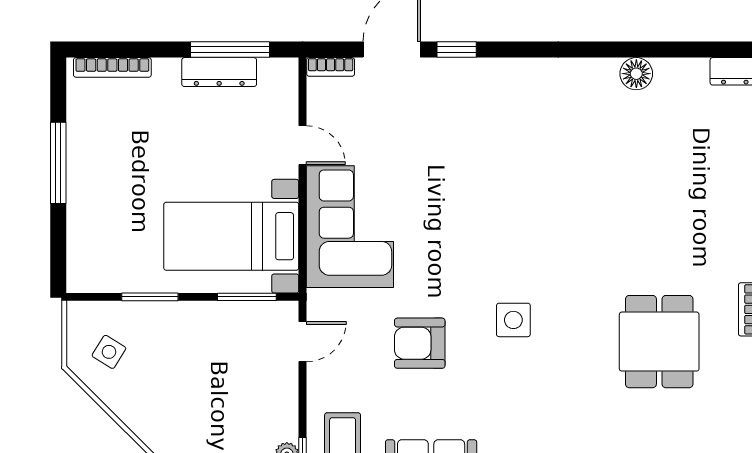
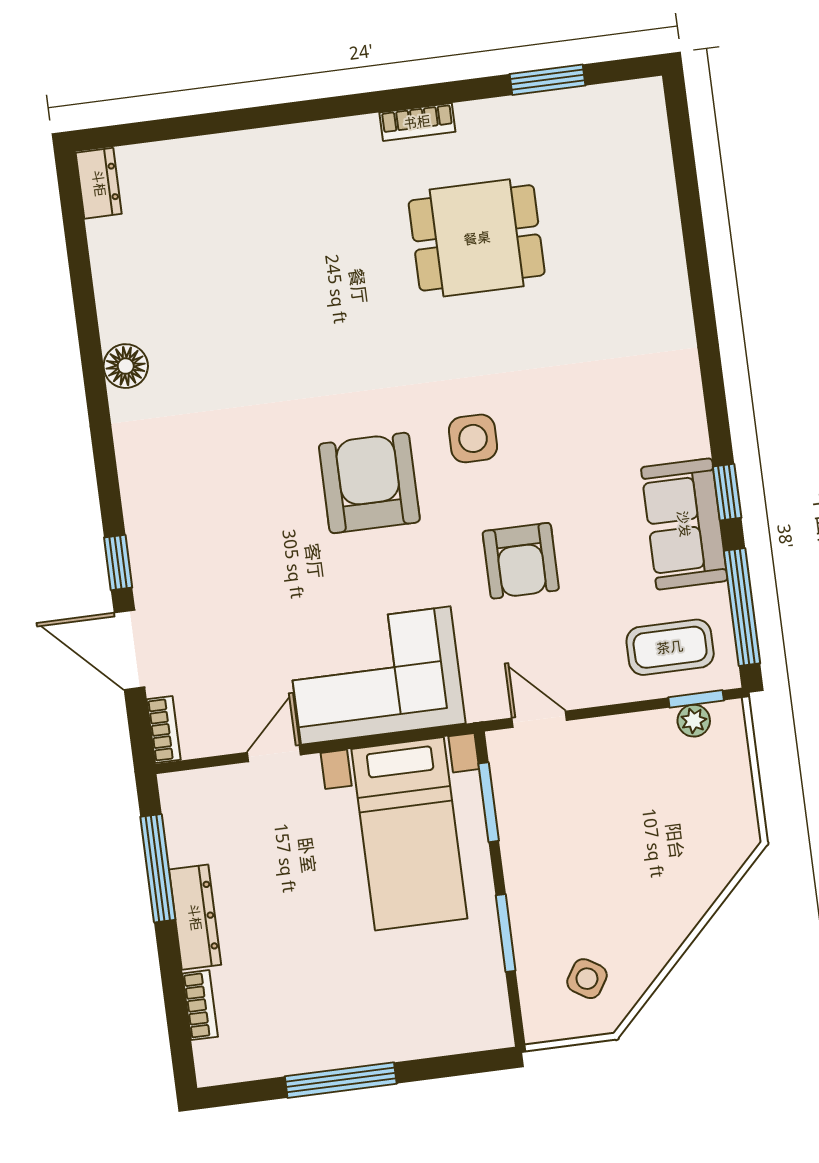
bookcase: (112, 67) -> (200, 1005), width x0.64
dresser: (219, 72) -> (195, 917), moved
floor lamp: (636, 74) -> (126, 366), moved
armchair: (491, 240) -> (369, 483), added

